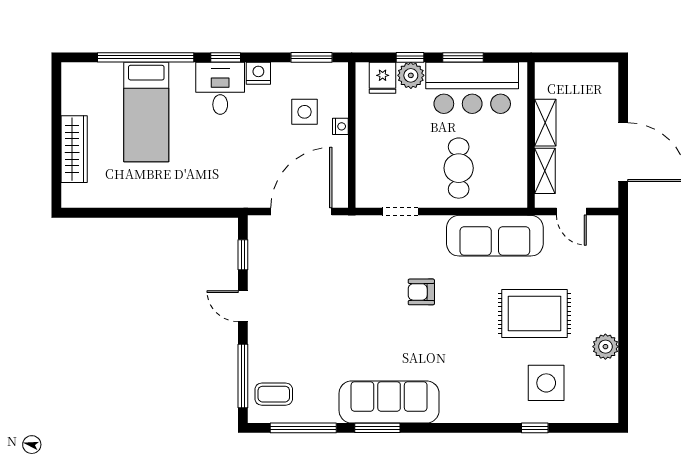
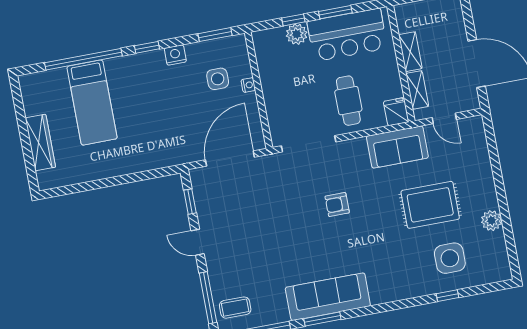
fridge: (383, 78) -> (396, 112), moved, turned 180
desk: (220, 88) -> (147, 73), removed
doorway: (400, 212) -> (309, 144), width x1.87
sofa: (495, 236) -> (397, 147), width x0.73

